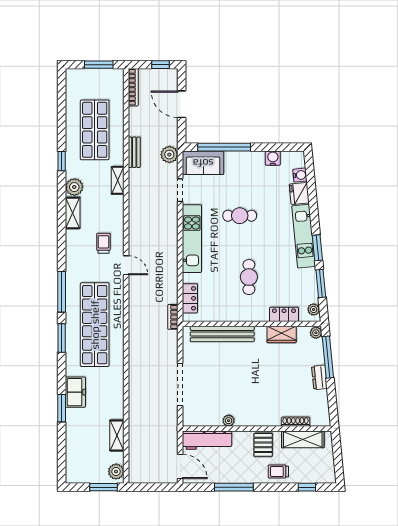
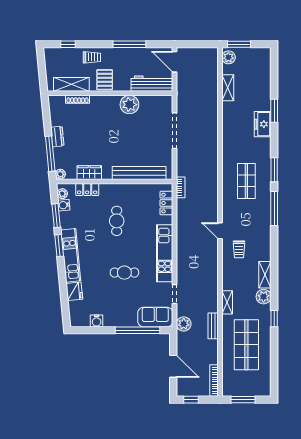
water cooler: (300, 175) -> (64, 205), moved
shop shelf: (95, 325) -> (246, 181), width x0.50, depth x0.74
plant: (229, 421) -> (129, 105), width x1.87, depth x1.87

